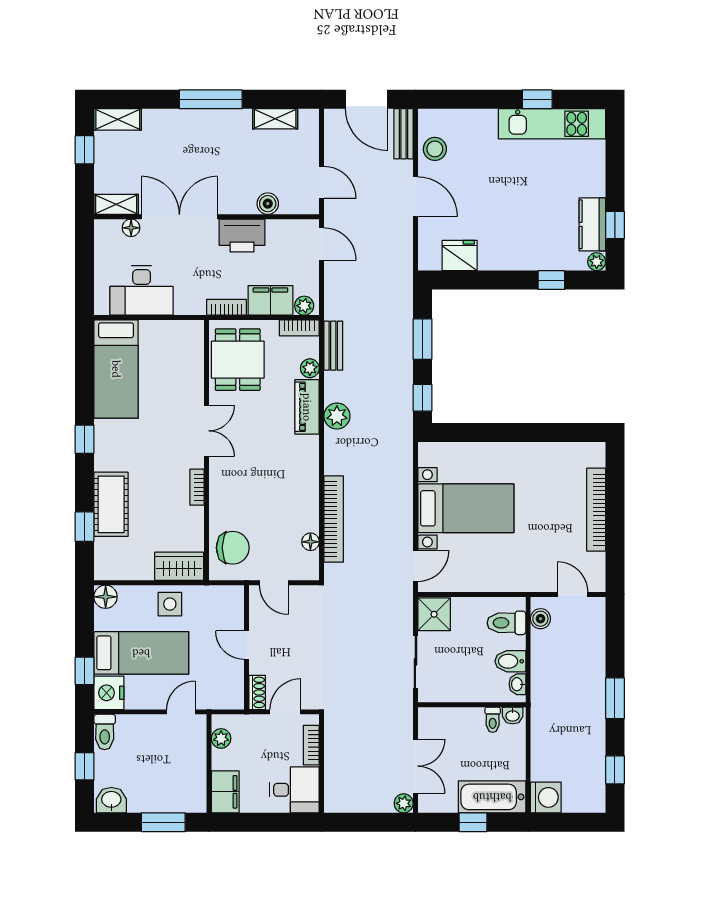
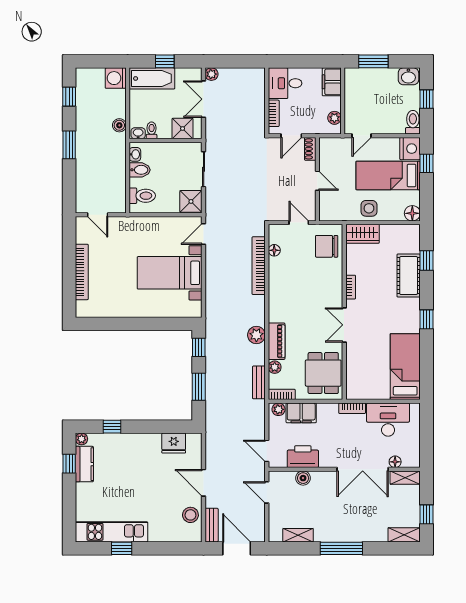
printer: (242, 235) -> (303, 457), moved
bookcase: (226, 307) -> (352, 408), moved
boiler: (540, 619) -> (119, 125), moved
shower: (447, 723) -> (183, 129), added

